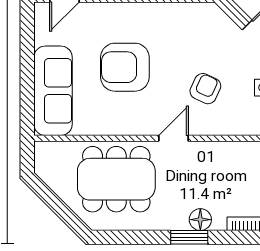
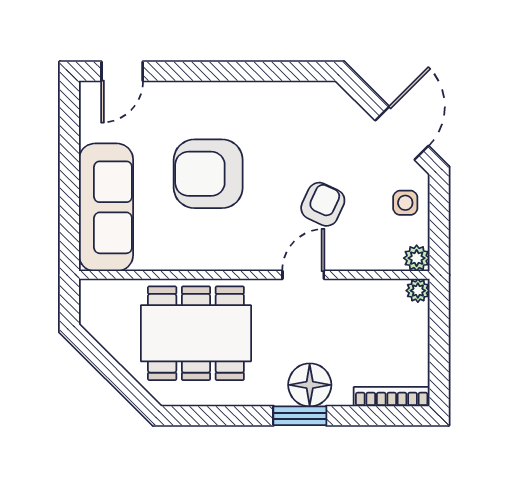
door: (173, 138) -> (303, 275), moved
floor lamp: (200, 220) -> (310, 385), width x1.38, depth x1.38

